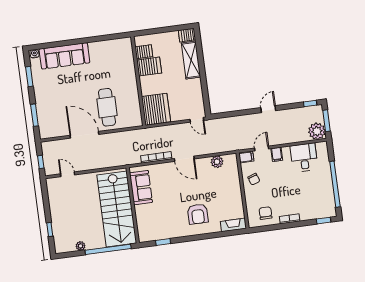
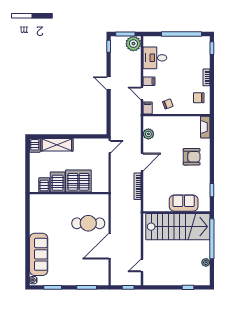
server rack: (156, 109) -> (78, 181), moved
sofa: (141, 188) -> (184, 203), moved

